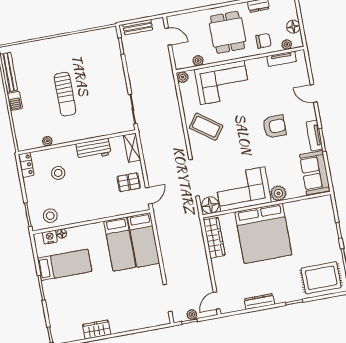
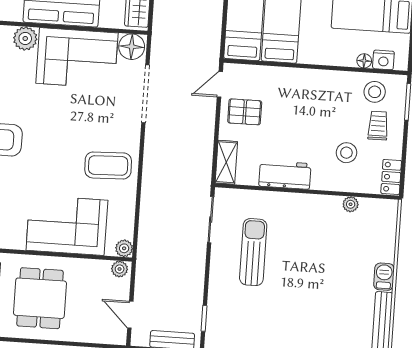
plant: (198, 61) -> (120, 269), moved
sun lounger: (65, 94) -> (253, 252), moved
coffee table: (206, 127) -> (108, 165), turned -38
trolley: (43, 195) -> (378, 126), added

